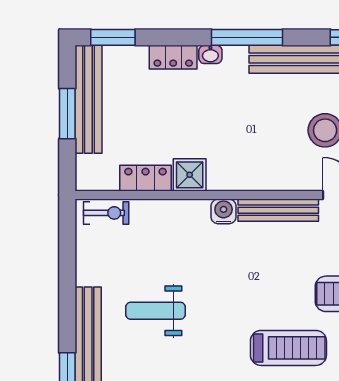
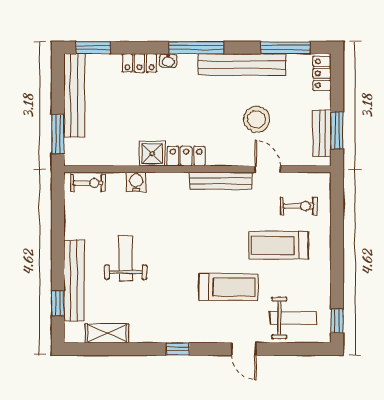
window: (67, 114) -> (58, 134), moved
locker: (146, 178) -> (186, 156), moved
water cooler: (224, 211) -> (136, 182), moved
weight bench: (155, 311) -> (126, 258), turned 90

